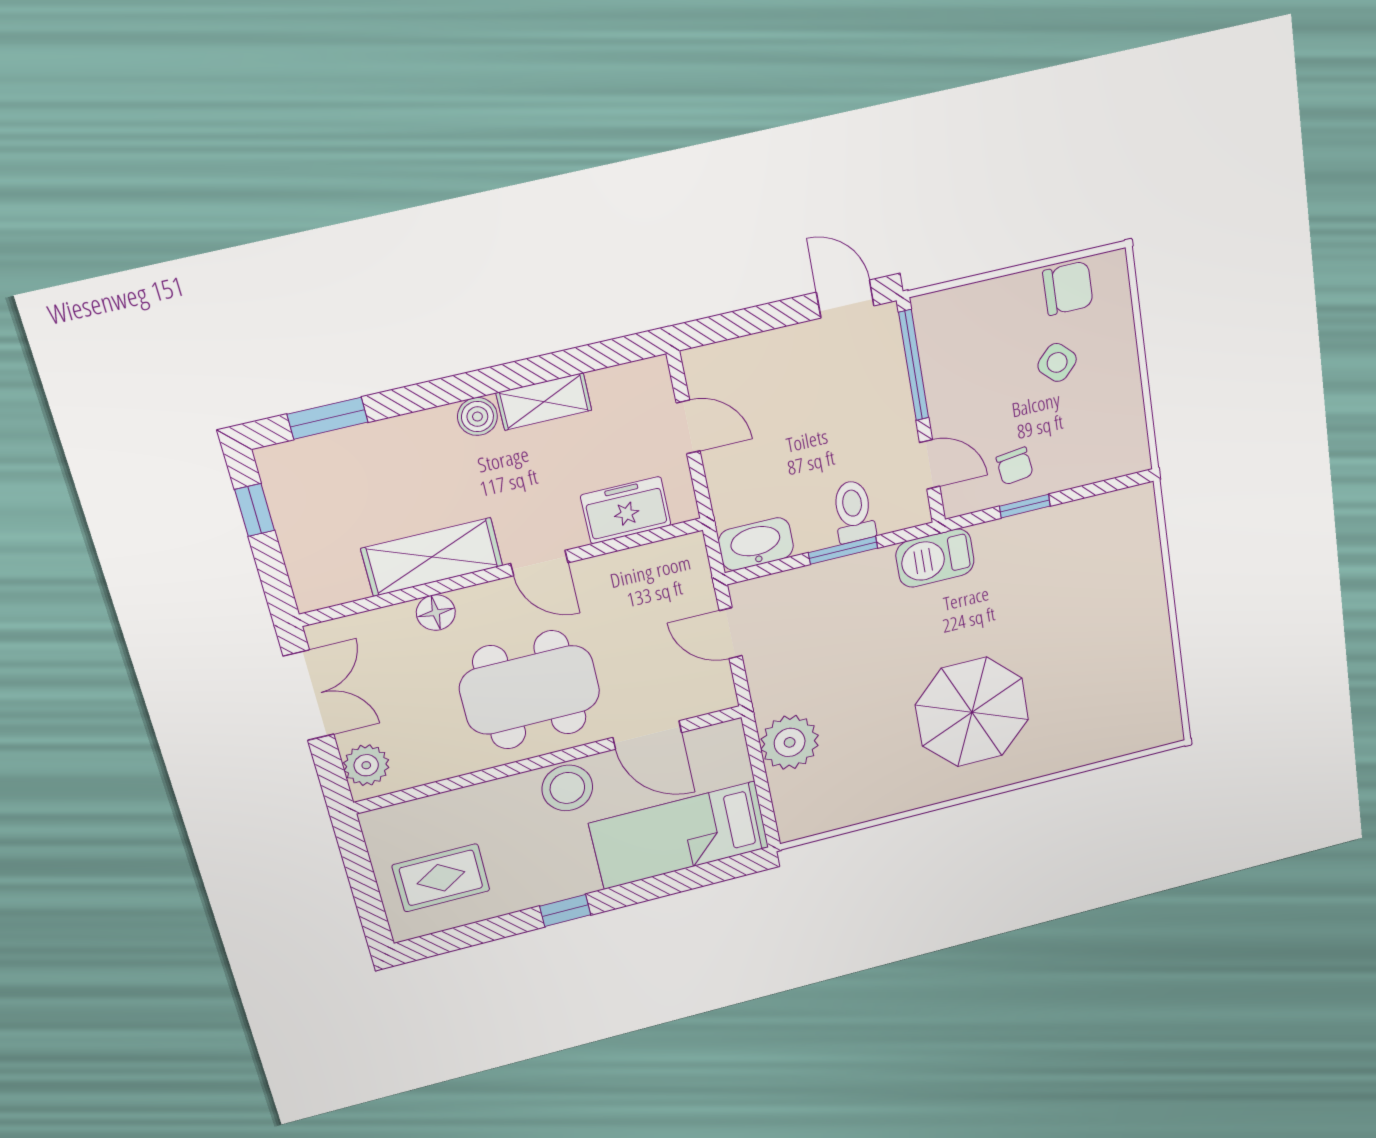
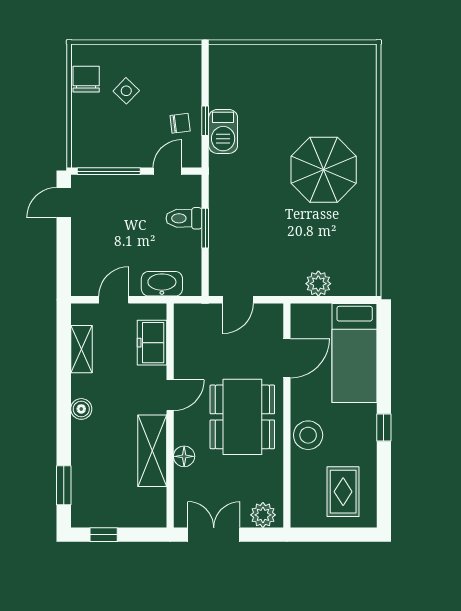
shelving: (544, 402) -> (81, 349), moved
washbasin: (756, 544) -> (162, 284), moved, turned 90
barbecue: (935, 558) -> (223, 131), moved
plant: (790, 742) -> (318, 284), width x0.73, depth x0.73
stool: (567, 788) -> (308, 435), moved

